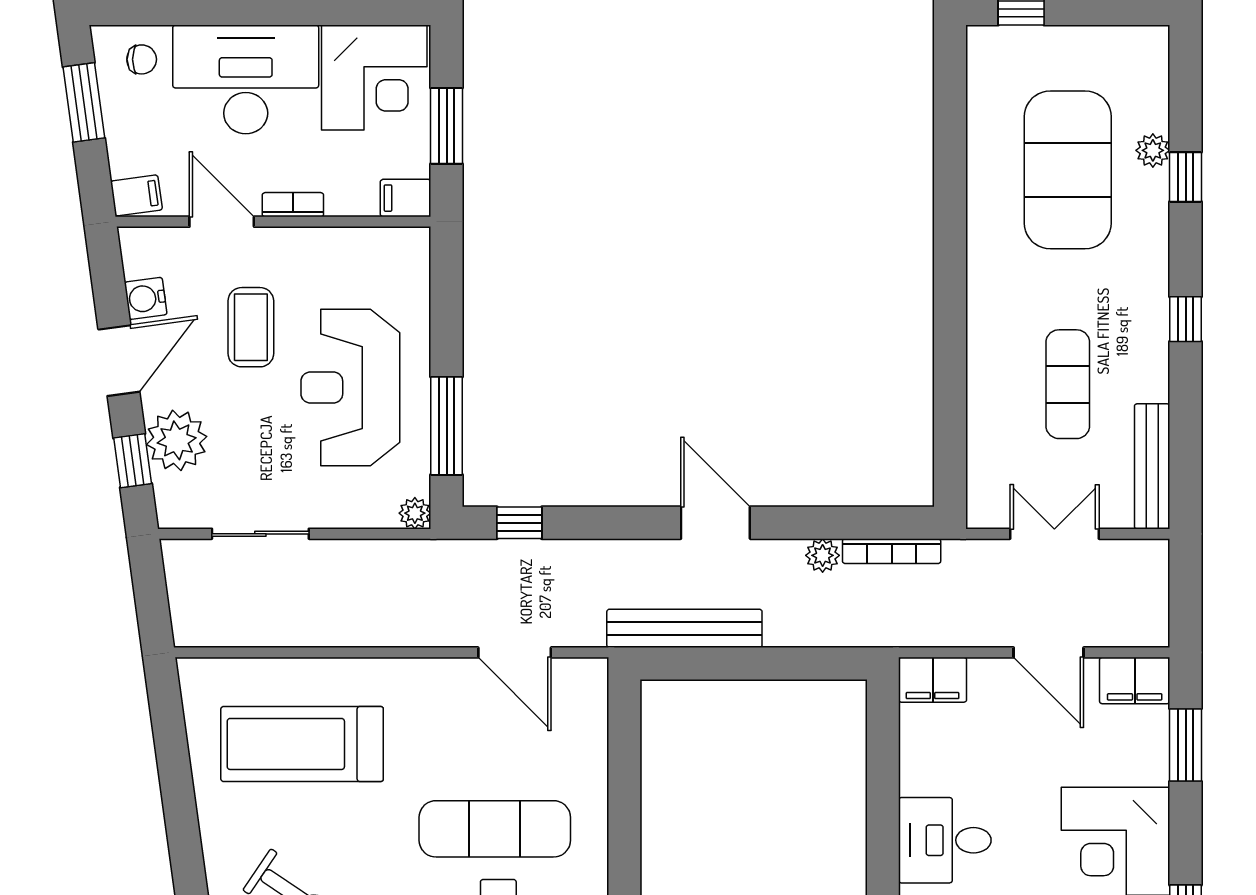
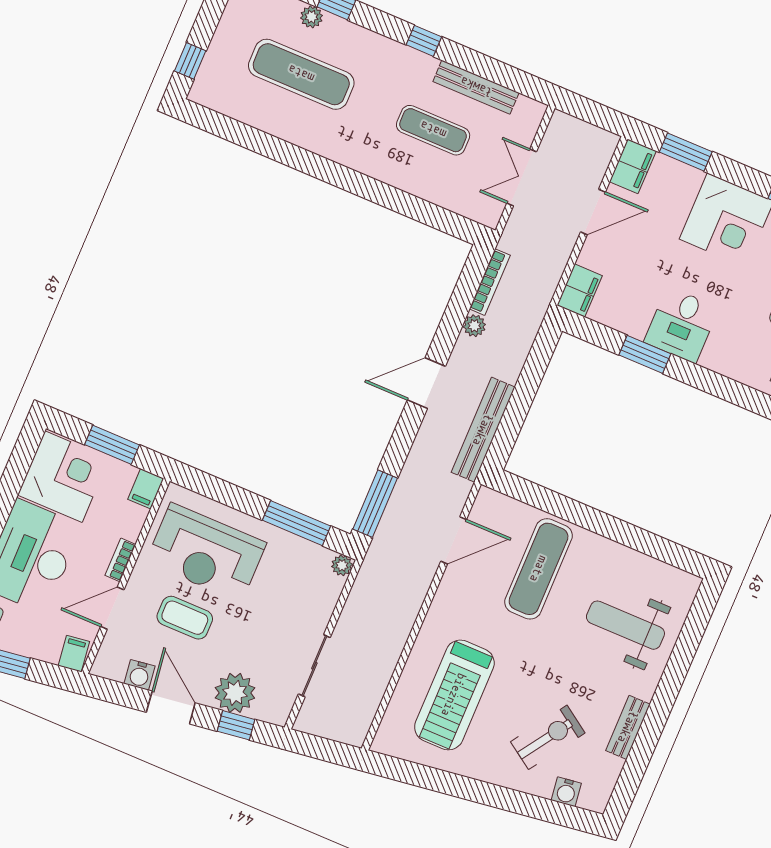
exercise mat: (1068, 170) -> (301, 74), width x0.68
reception desk: (350, 388) -> (206, 552), moved
bench: (1152, 466) -> (476, 87), moved
window: (519, 523) -> (375, 504), width x2.17
window: (883, 807) -> (645, 354), added
exercise mat: (495, 829) -> (539, 569), moved

